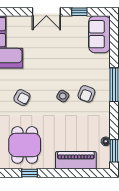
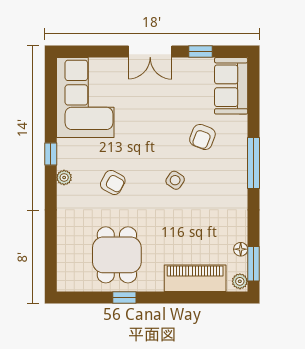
armchair: (86, 94) -> (202, 137), moved
plant: (105, 162) -> (240, 281), added

